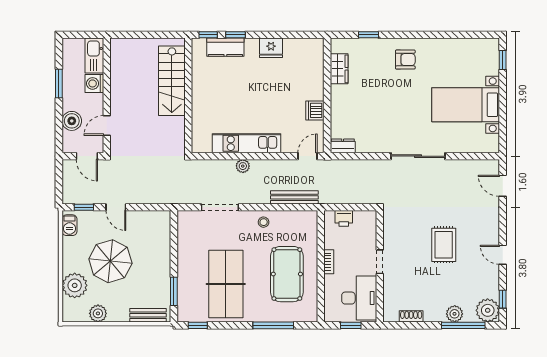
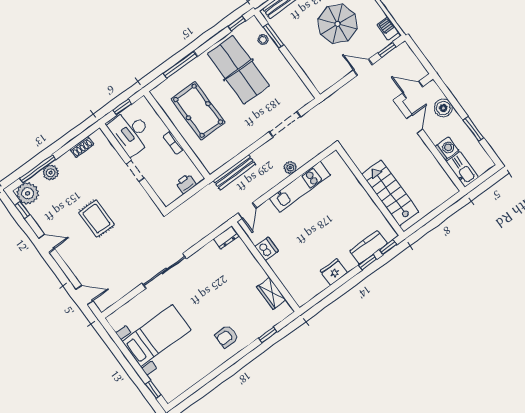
stool: (264, 222) -> (263, 40), moved

